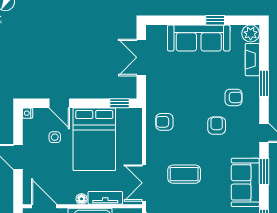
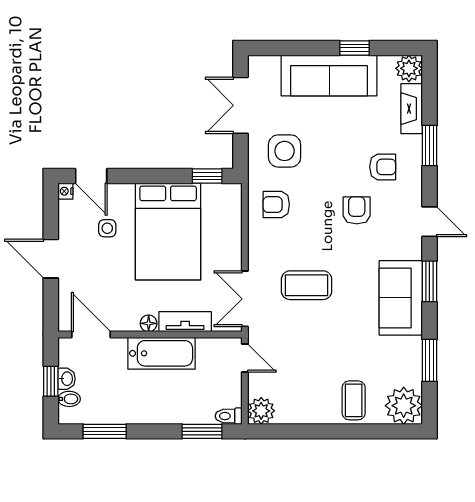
side table: (170, 87) -> (285, 151), added
door: (59, 103) -> (91, 176), moved

